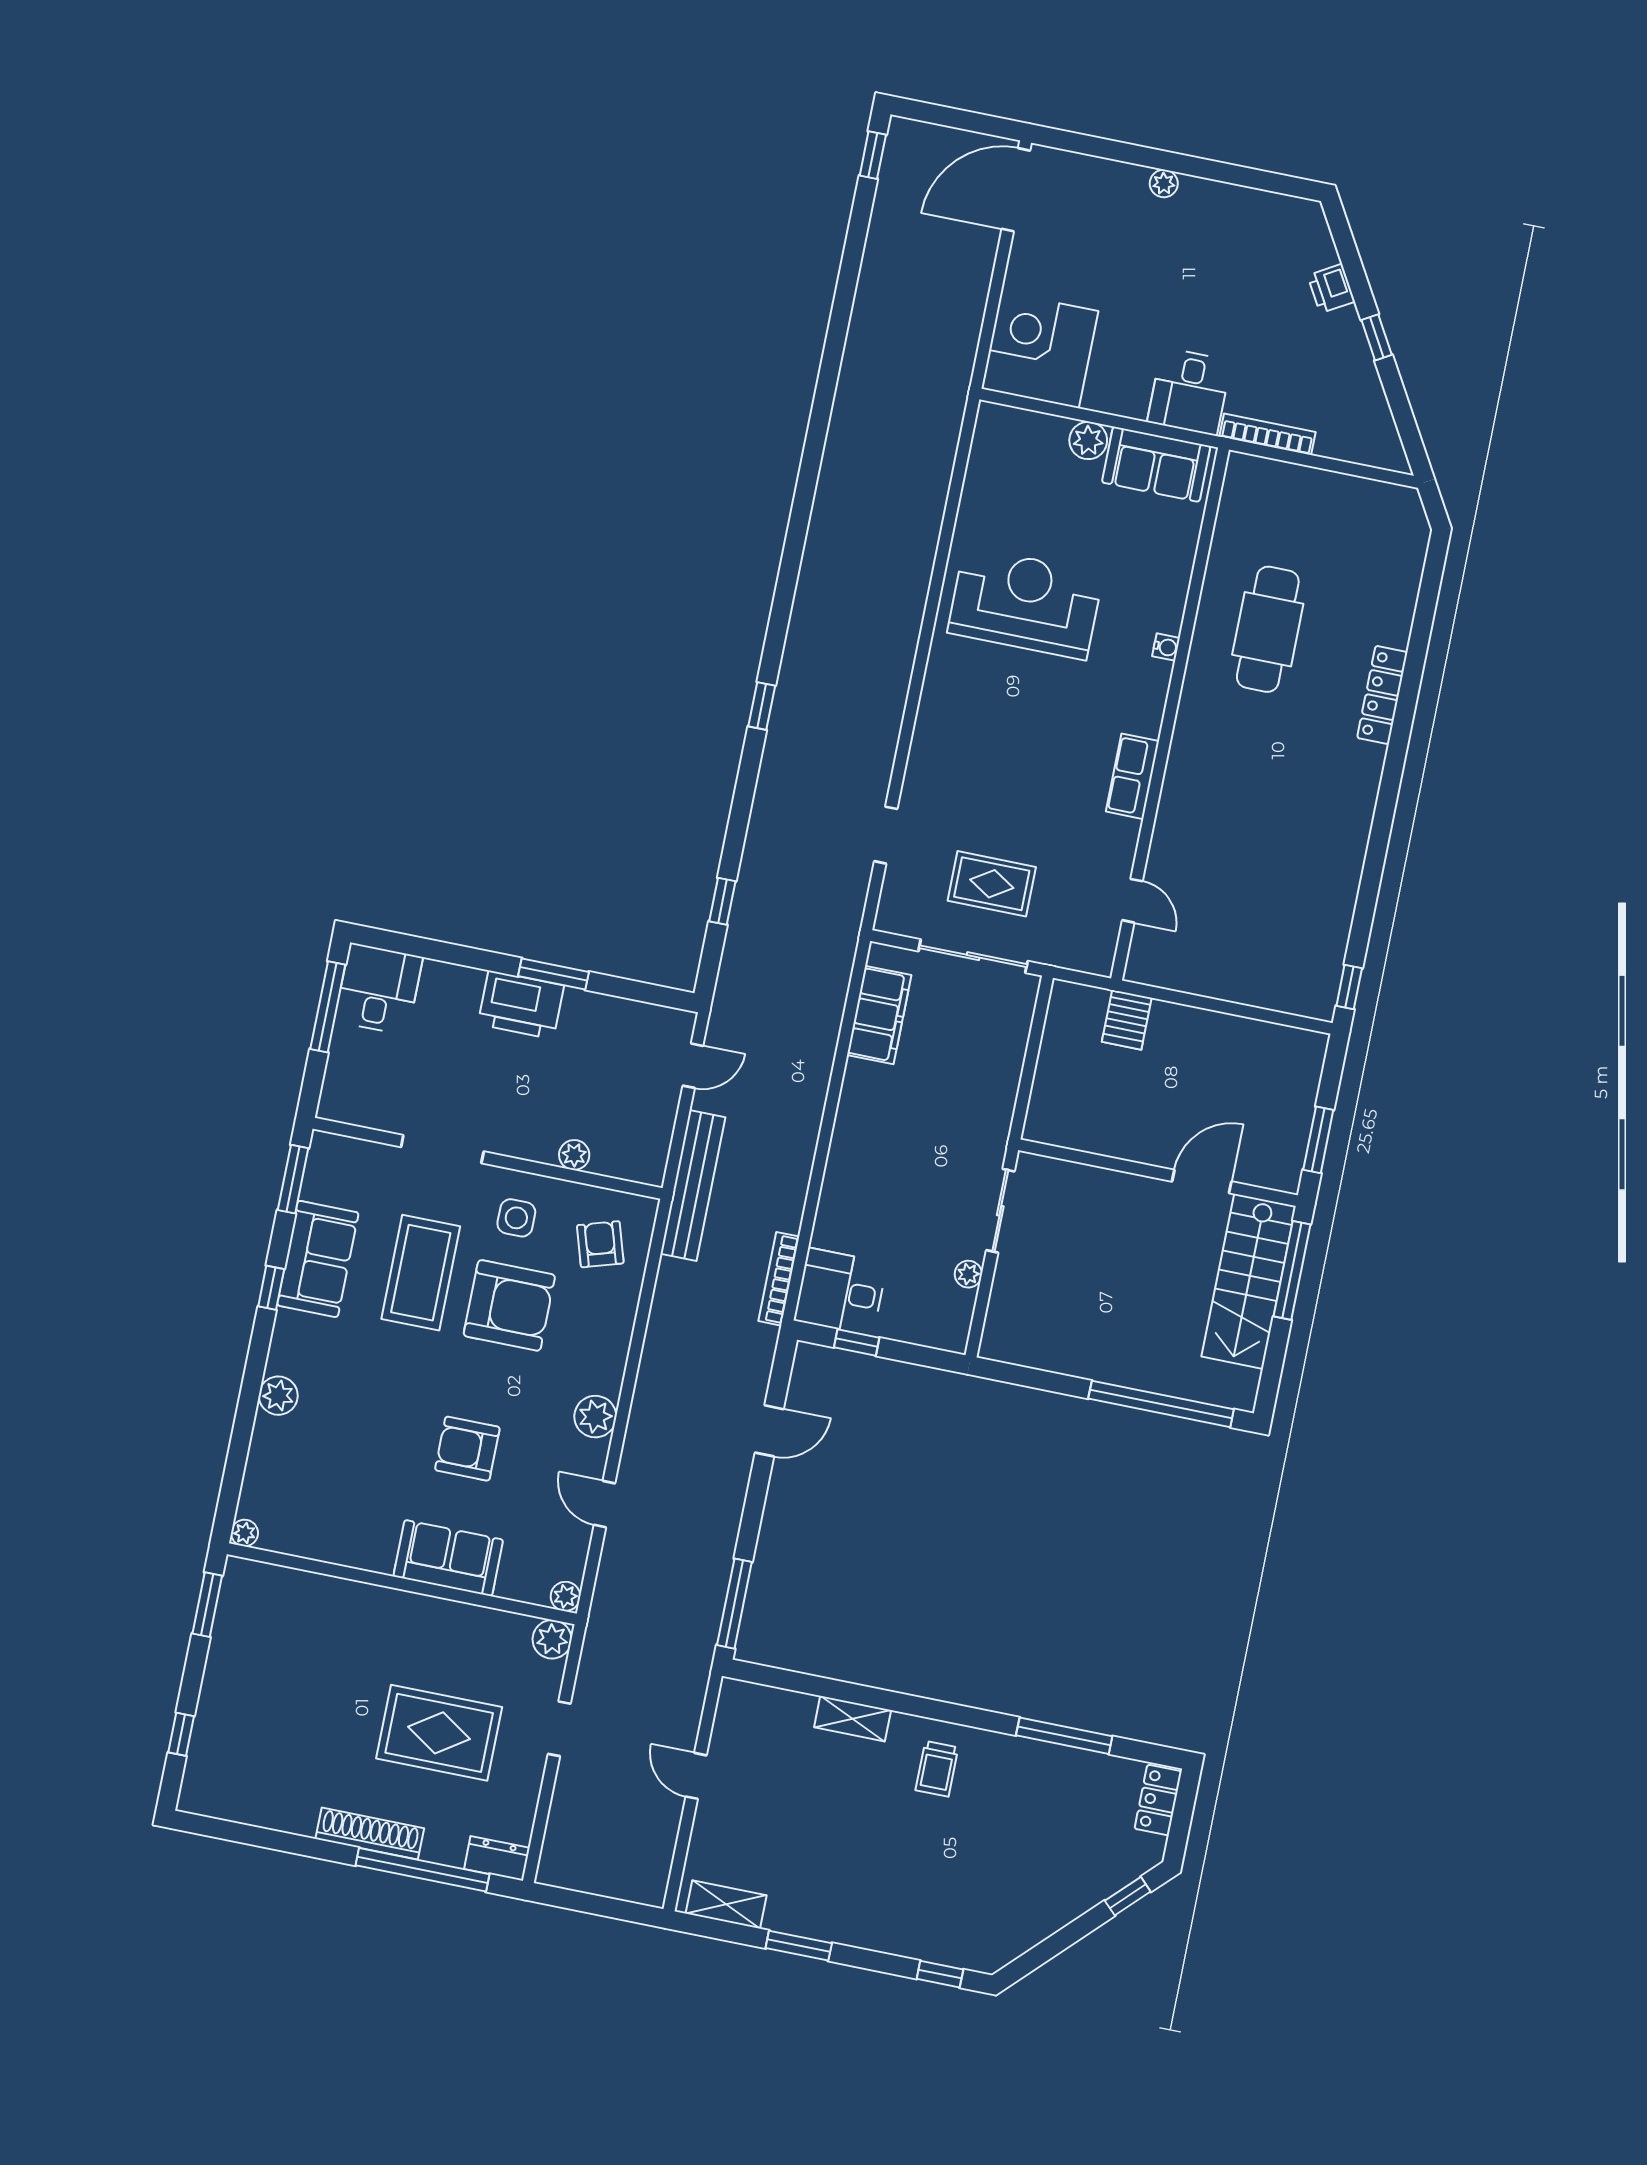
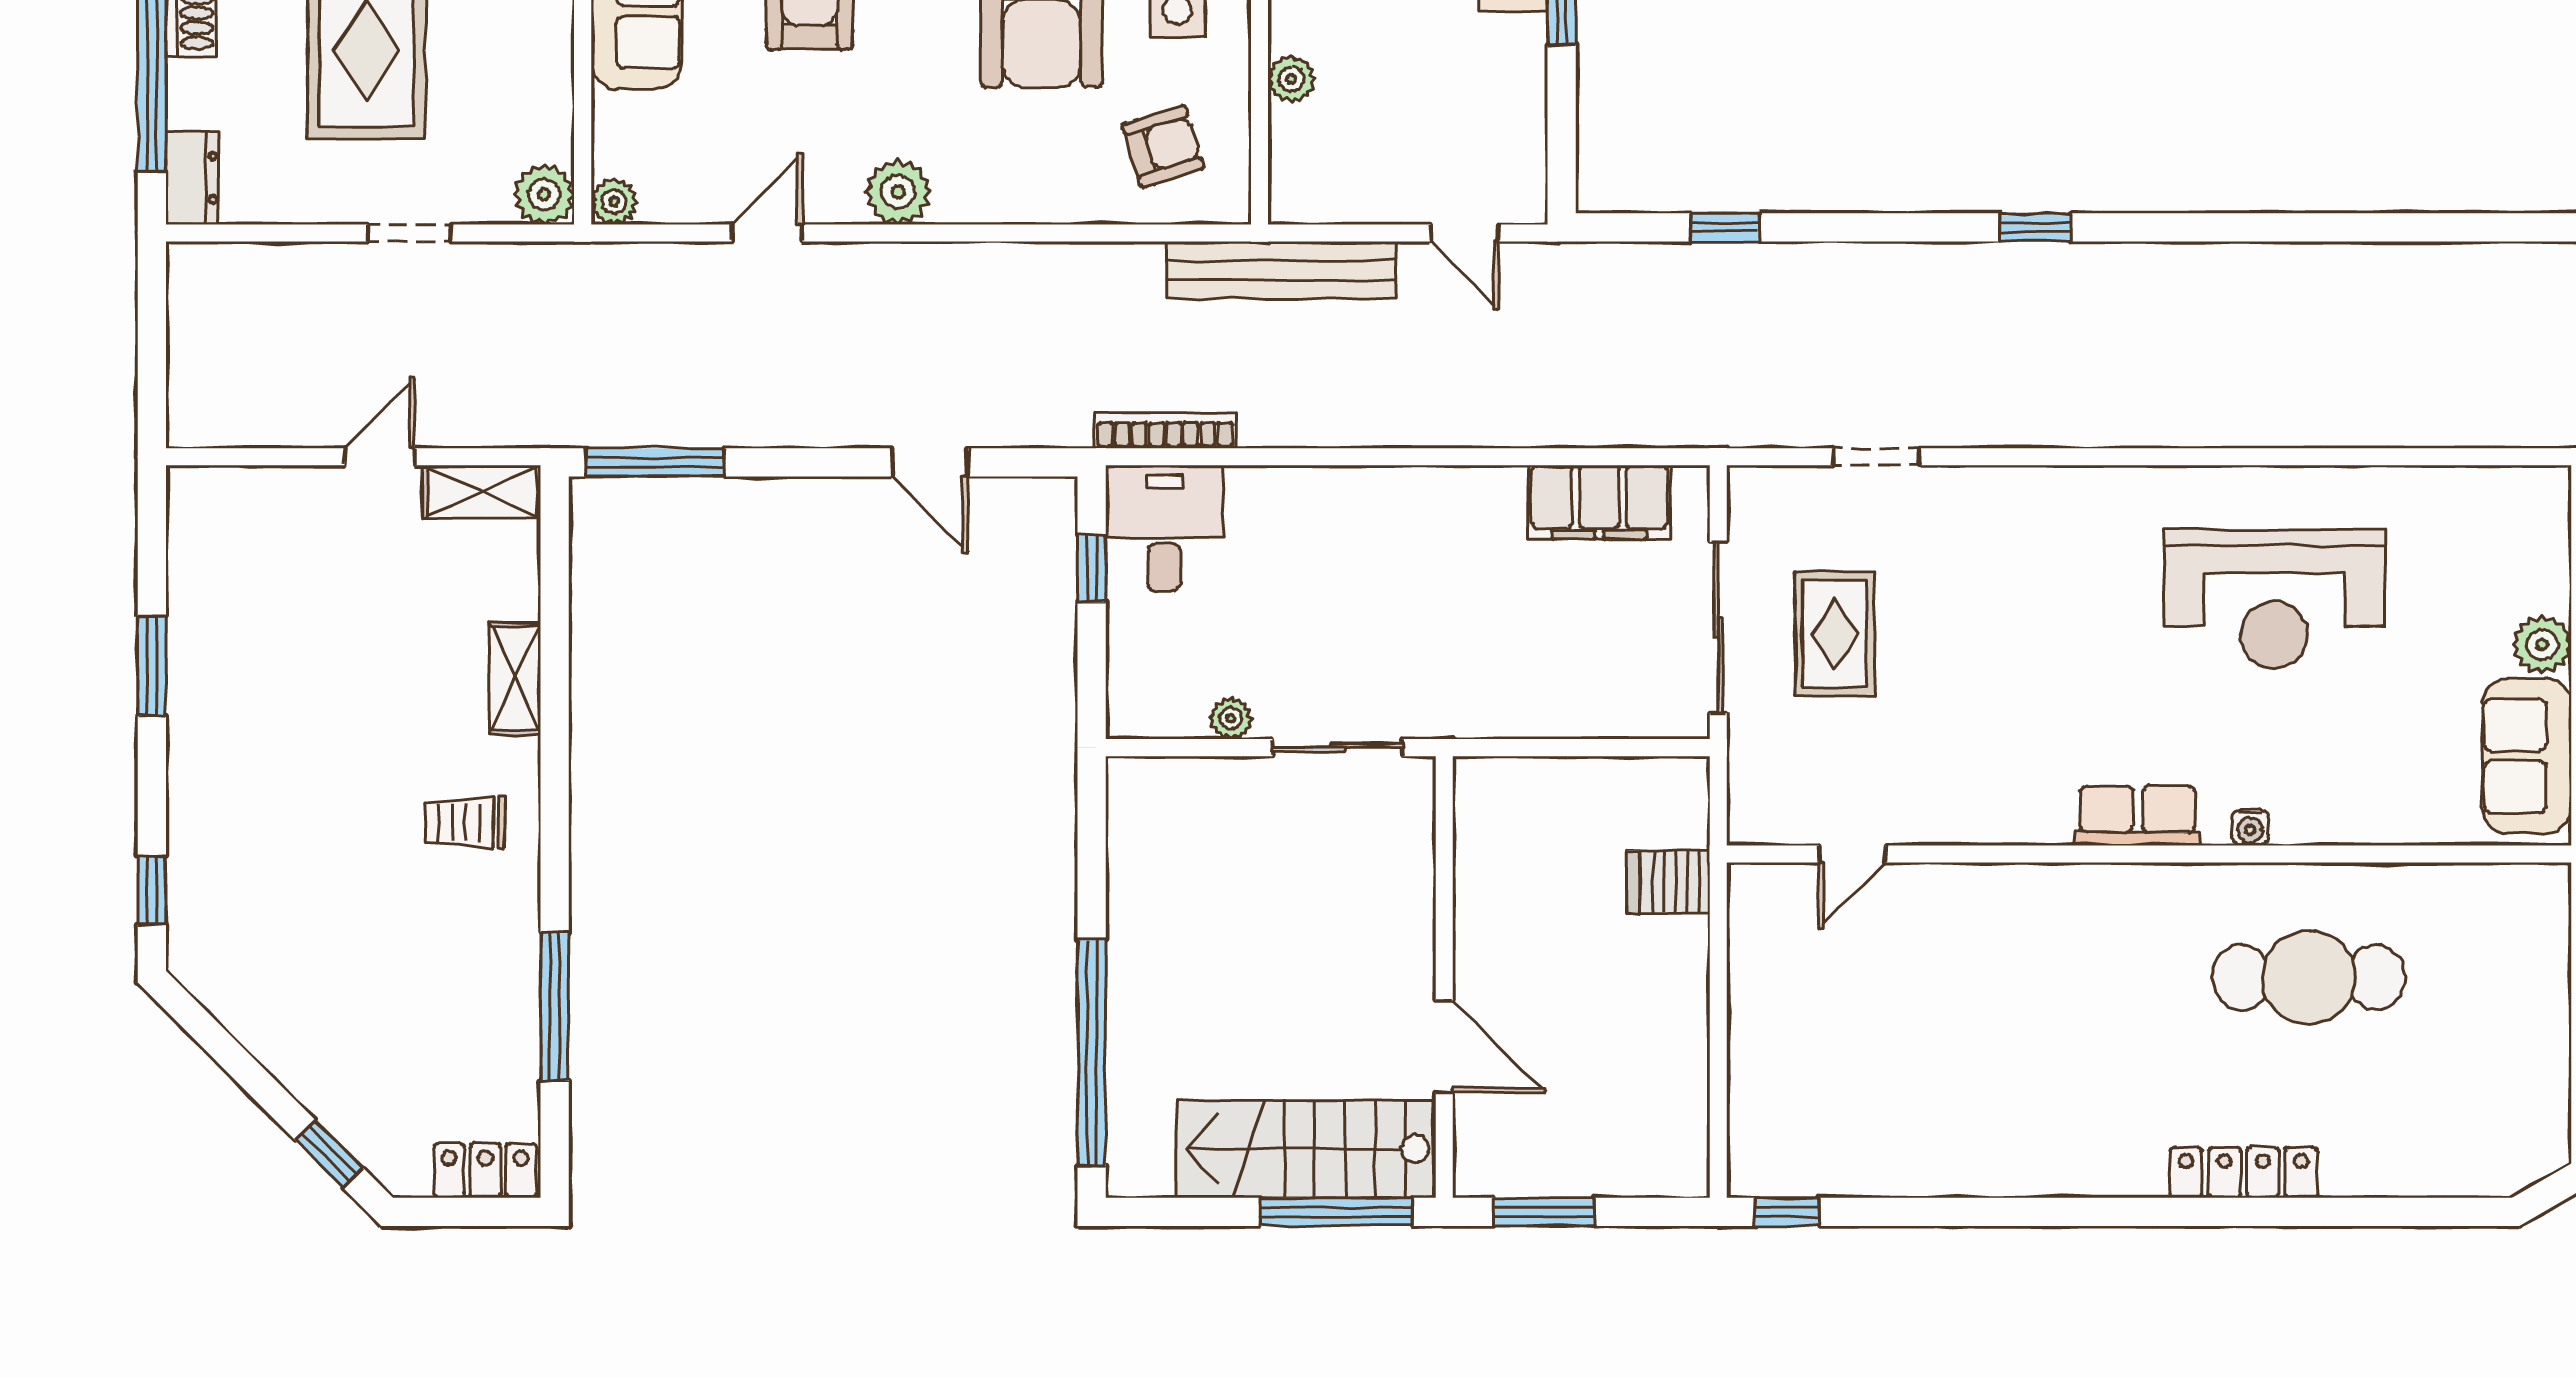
reception desk: (1025, 603) -> (2274, 599), turned 90
row of seats: (1132, 776) -> (2138, 816), moved
shelving: (726, 1904) -> (482, 492), moved, turned 90

